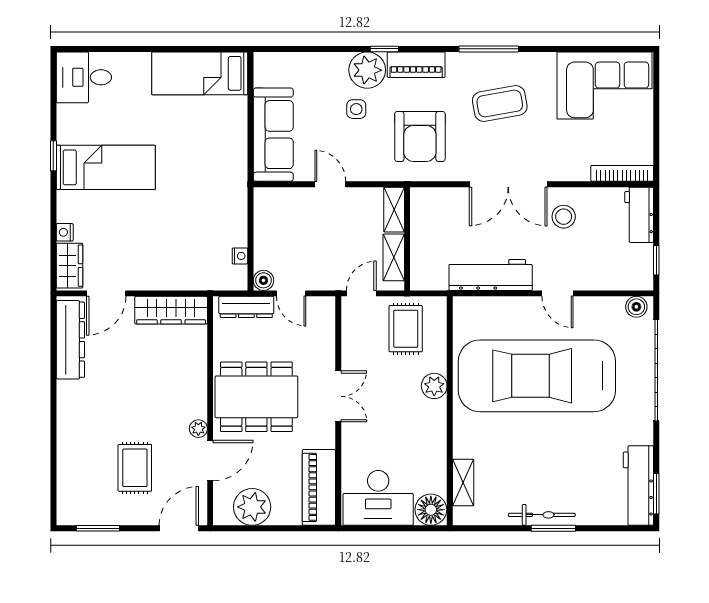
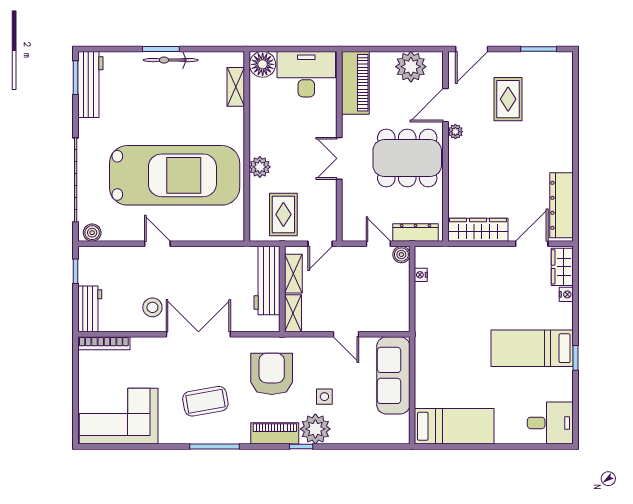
workbench: (491, 275) -> (267, 281), moved, turned 90

